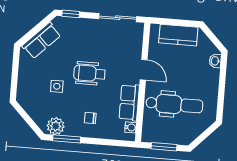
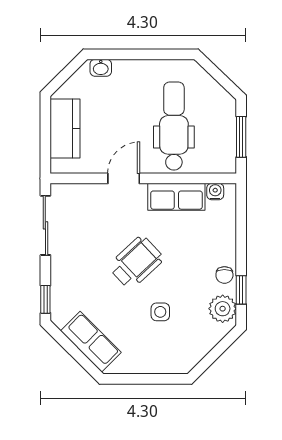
wheelchair: (89, 73) -> (136, 262), turned -133
chair: (90, 118) -> (224, 275), moved
window: (67, 139) -> (241, 290), width x0.67

